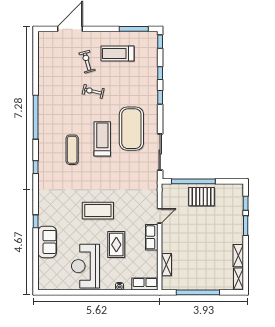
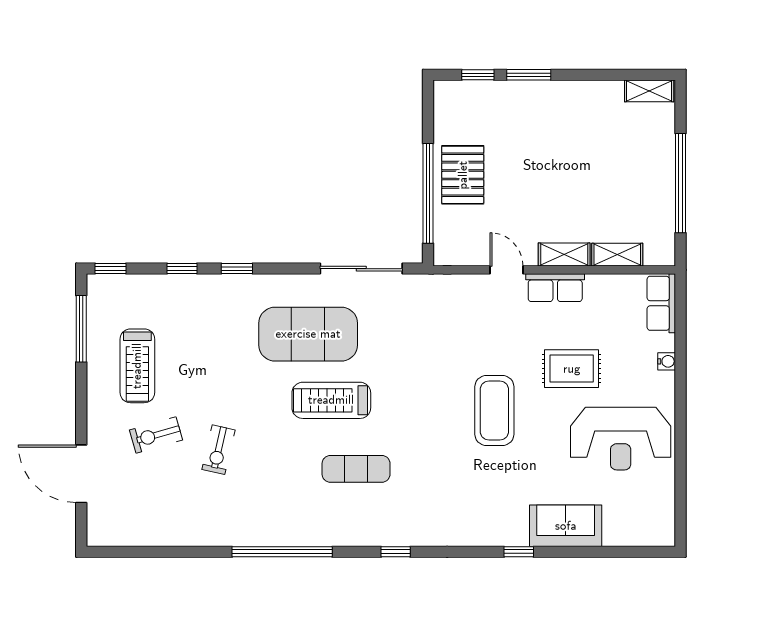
exercise bike: (93, 91) -> (219, 450), moved
shelving: (238, 256) -> (564, 254), moved

